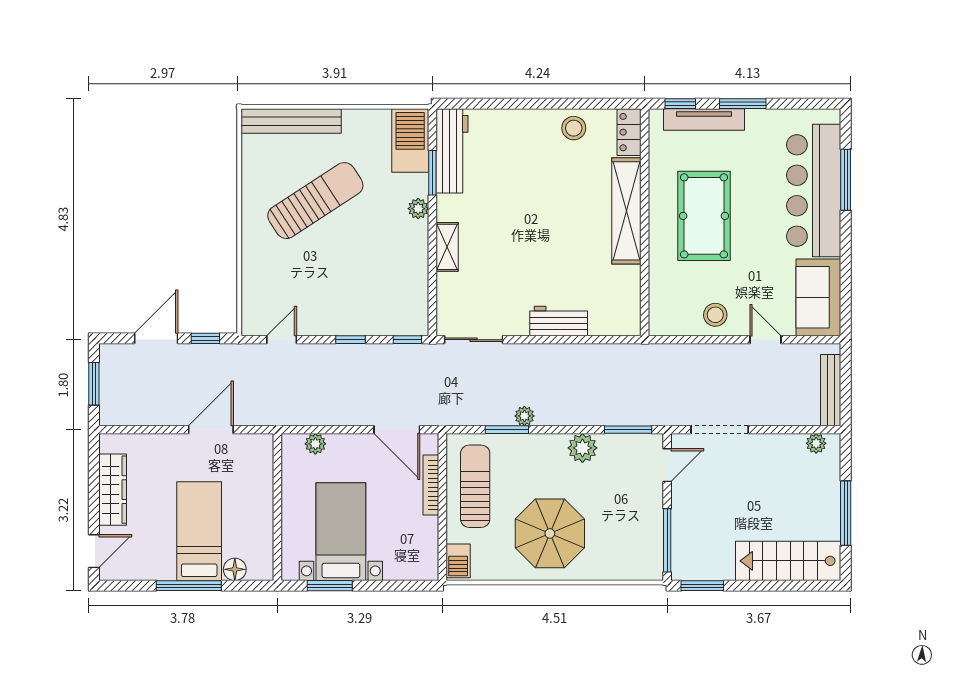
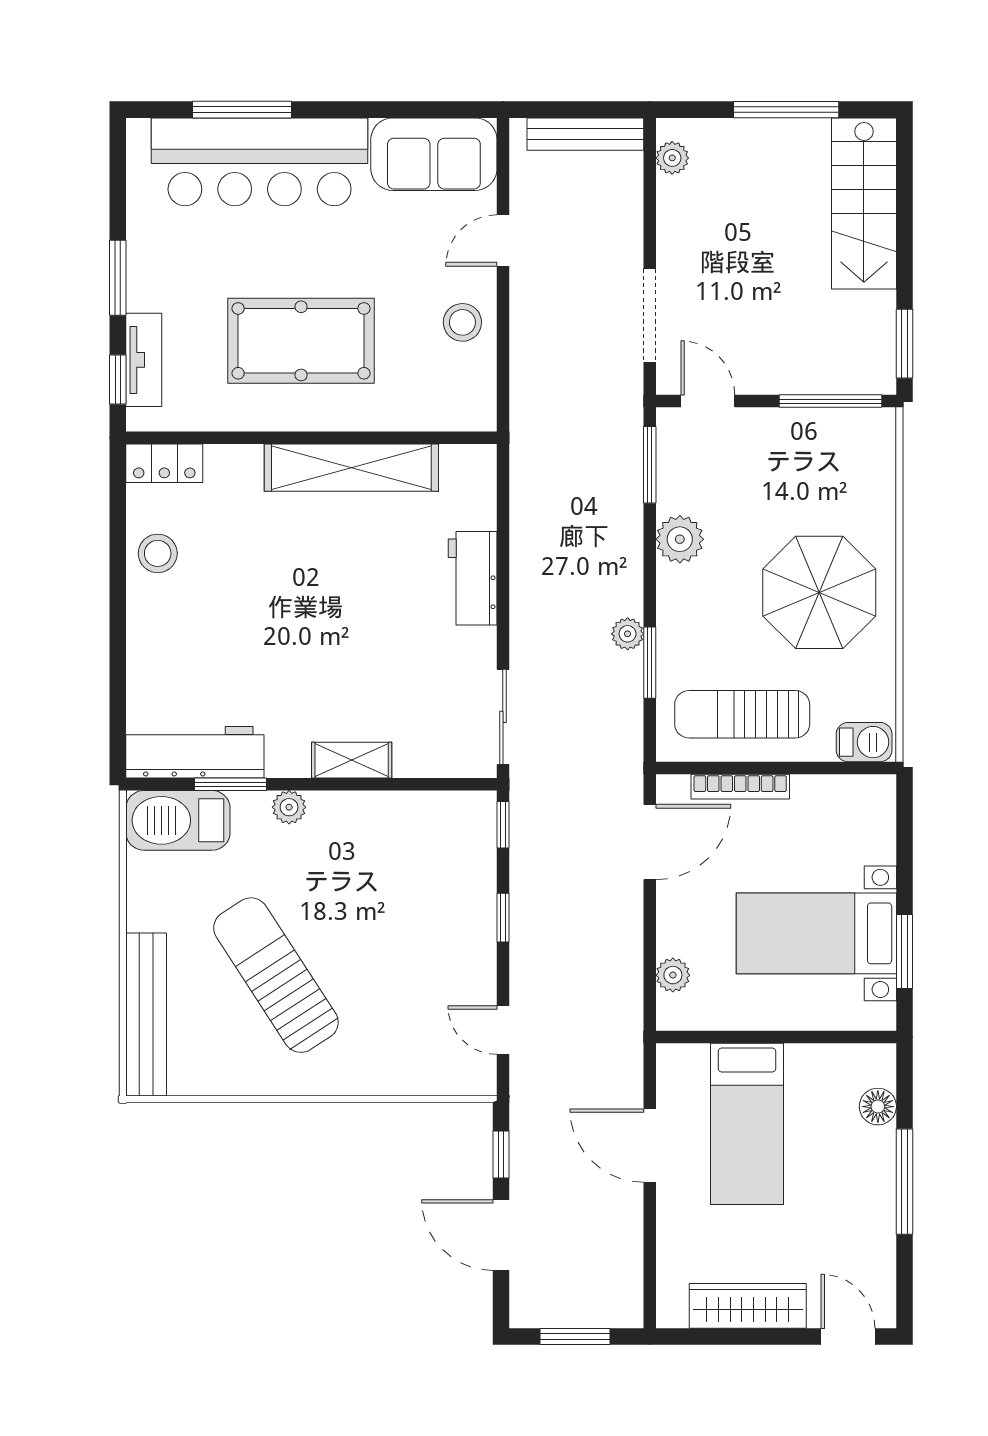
tv unit: (704, 120) -> (144, 360), width x0.71
shelving: (626, 211) -> (351, 468), moved
bed: (199, 531) -> (747, 1124), moved, turned -90

